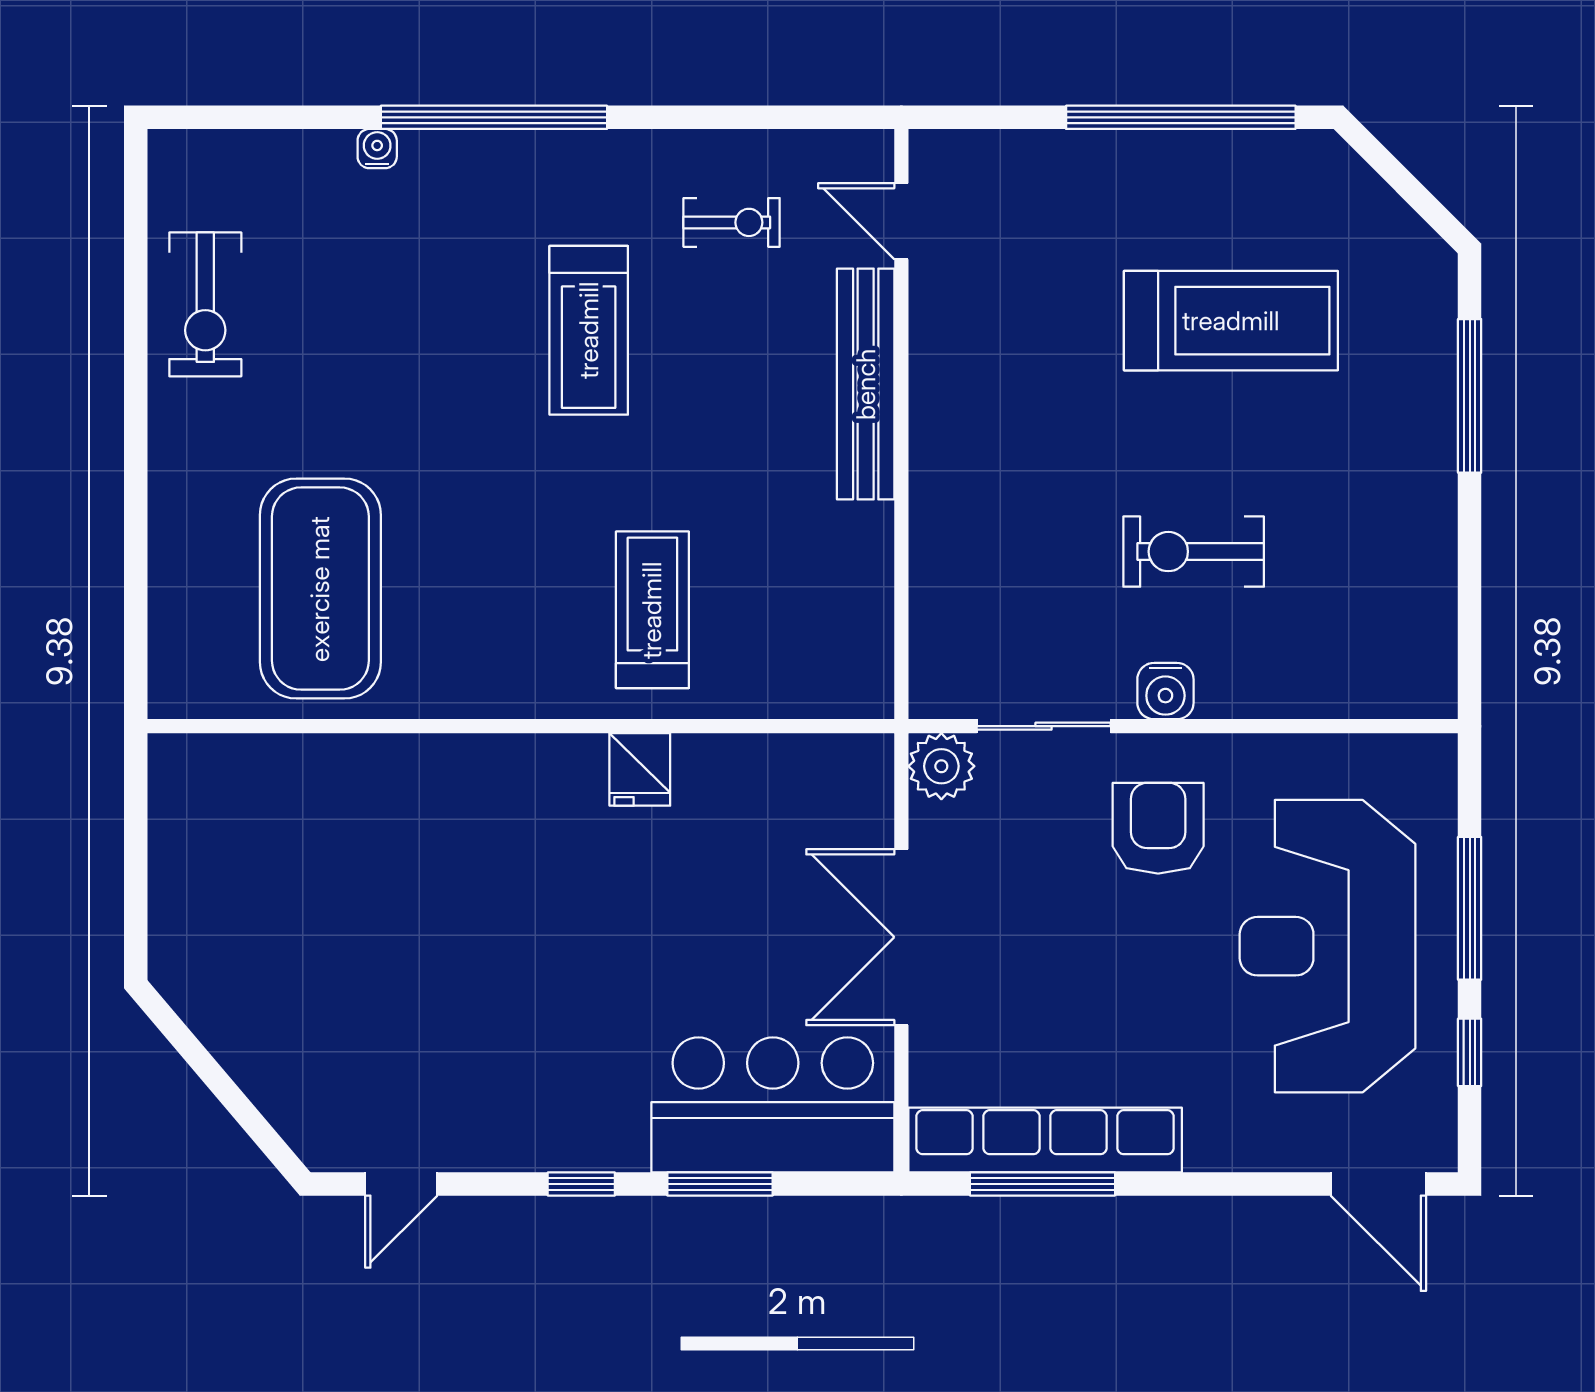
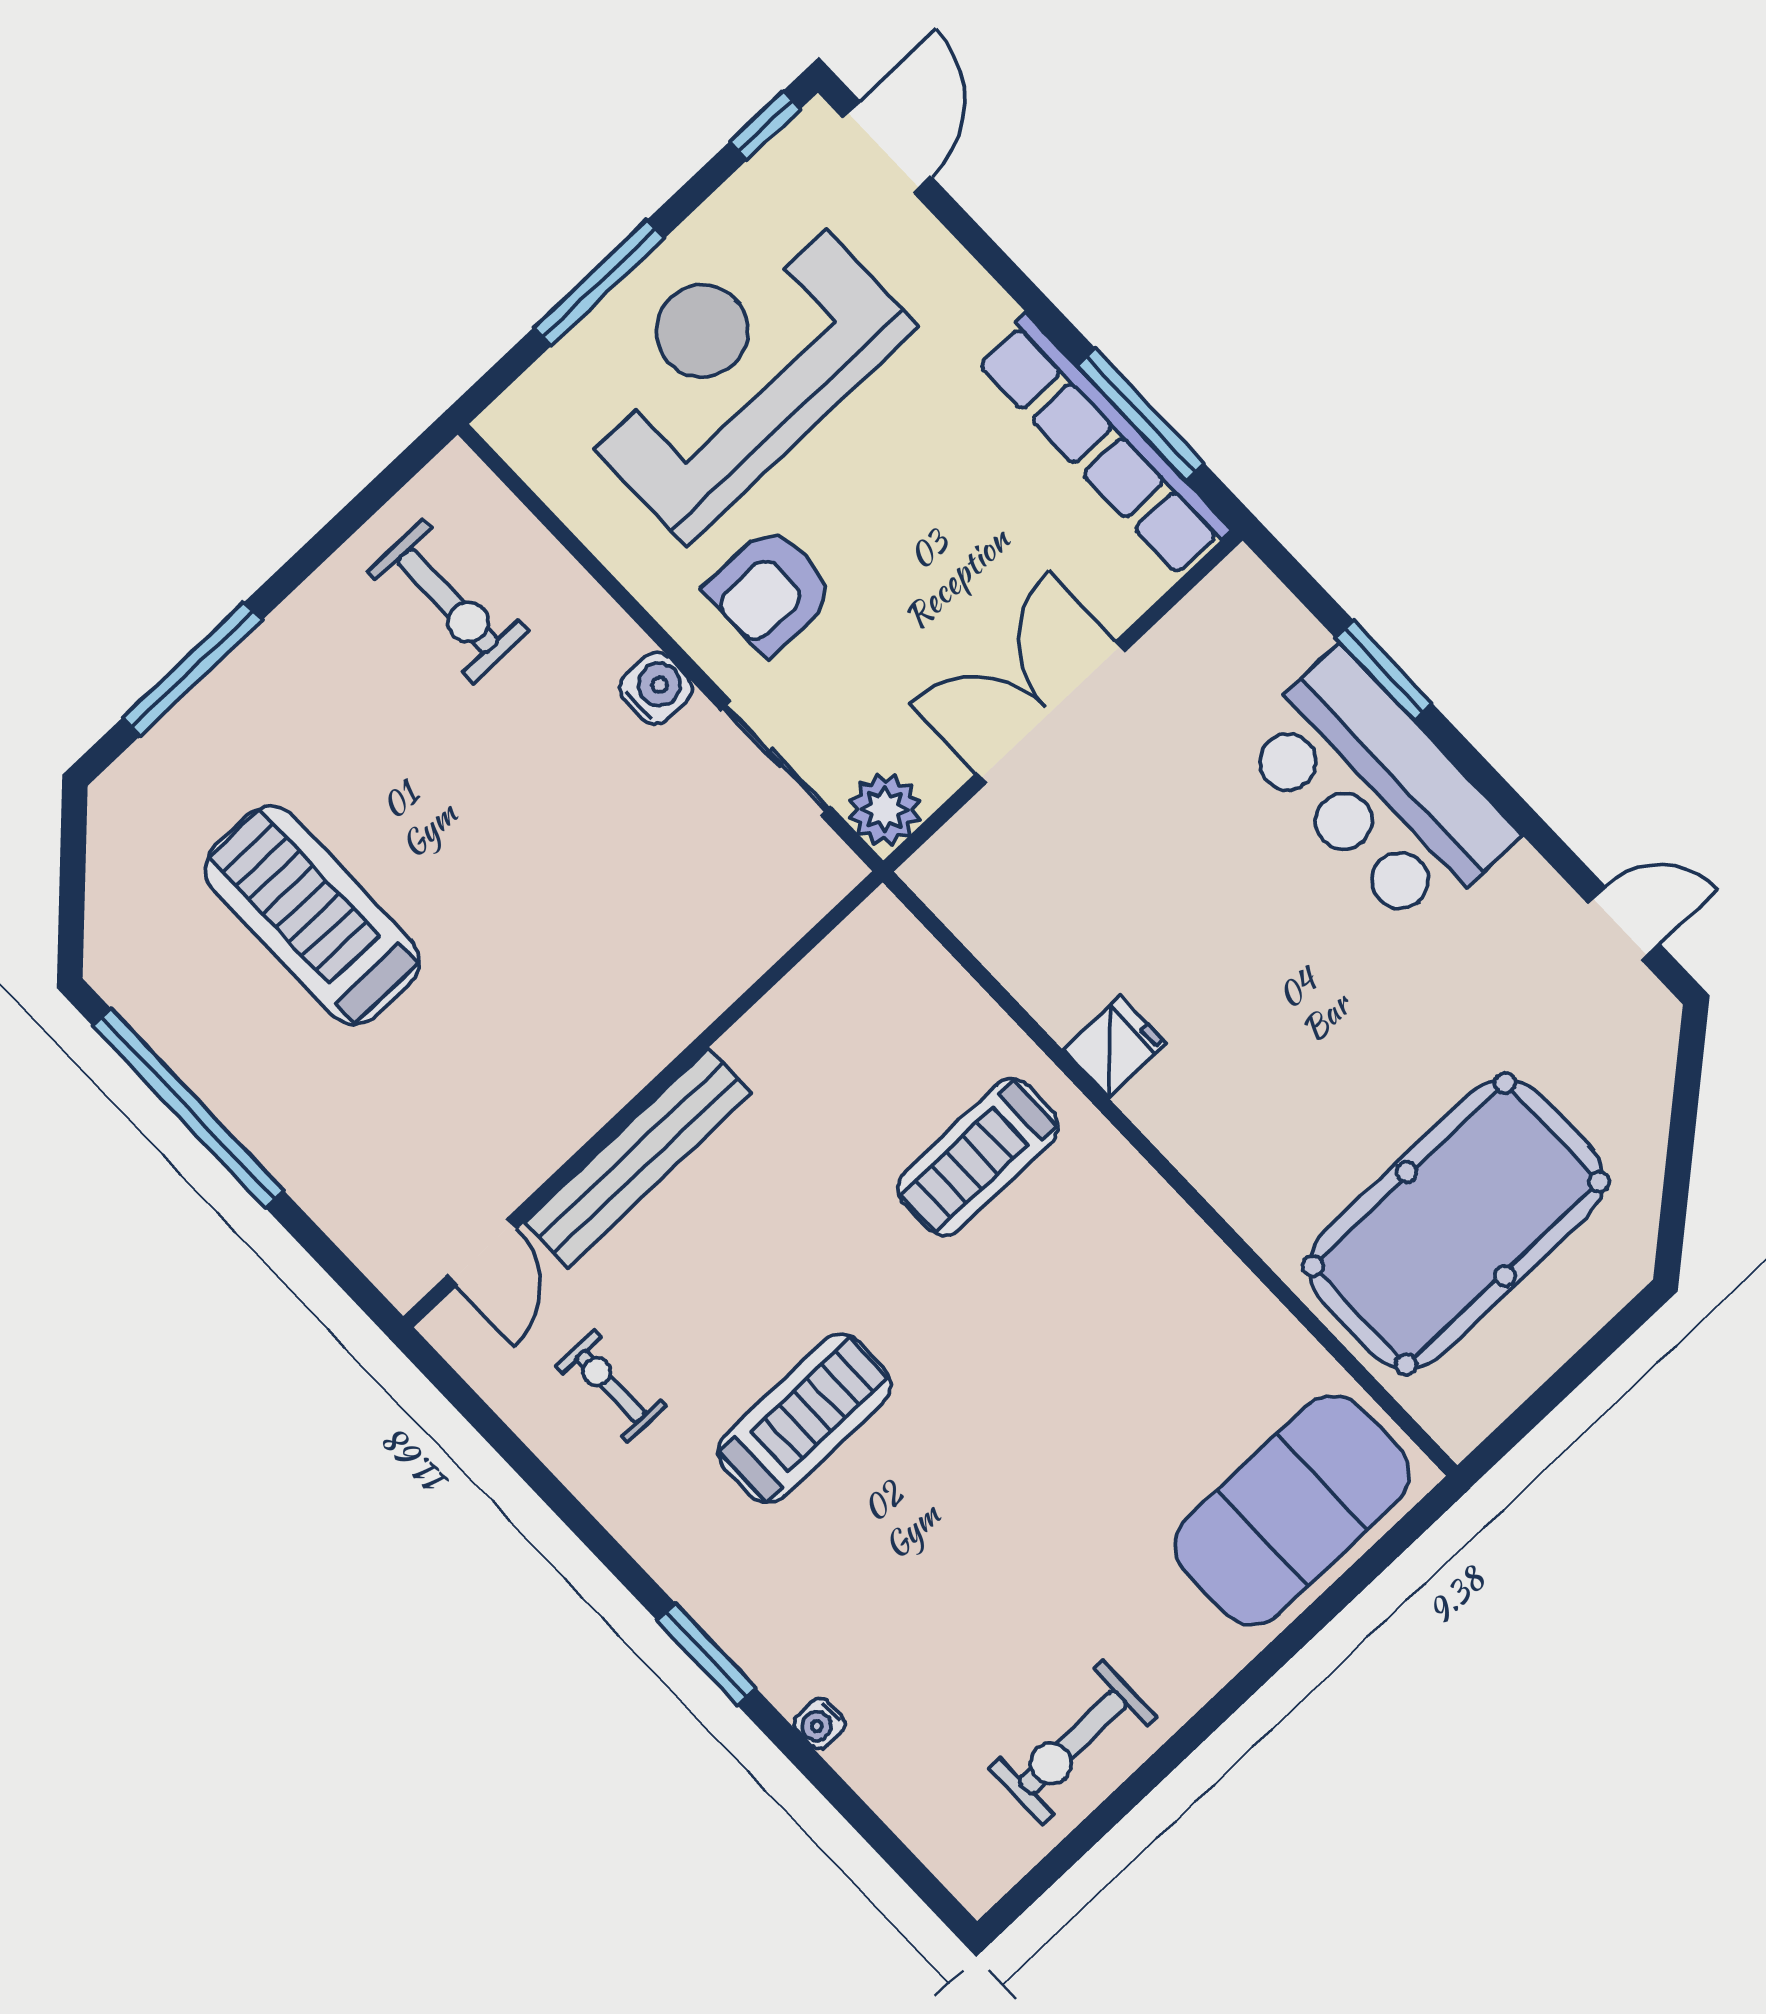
window: (494, 117) -> (706, 1654), width x0.47
exercise bike: (205, 304) -> (1073, 1743), turned 180
exercise bike: (1194, 552) -> (448, 601), moved
exercise mat: (320, 589) -> (1292, 1510), moved
pool table: (308, 884) -> (1456, 1224), added
double door: (901, 937) -> (1051, 712), swing flipped
reception desk: (1328, 946) -> (736, 367), turned 180
window: (1470, 1052) -> (765, 125), moved
bar counter: (773, 1105) -> (1377, 790), moved
window: (581, 1184) -> (1488, 781), removed

